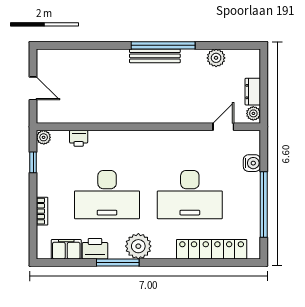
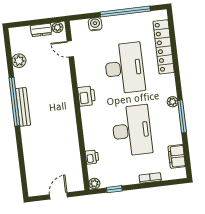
plant: (138, 246) -> (173, 102), width x0.53, depth x0.53
printer: (95, 249) -> (86, 96), moved, turned 180

